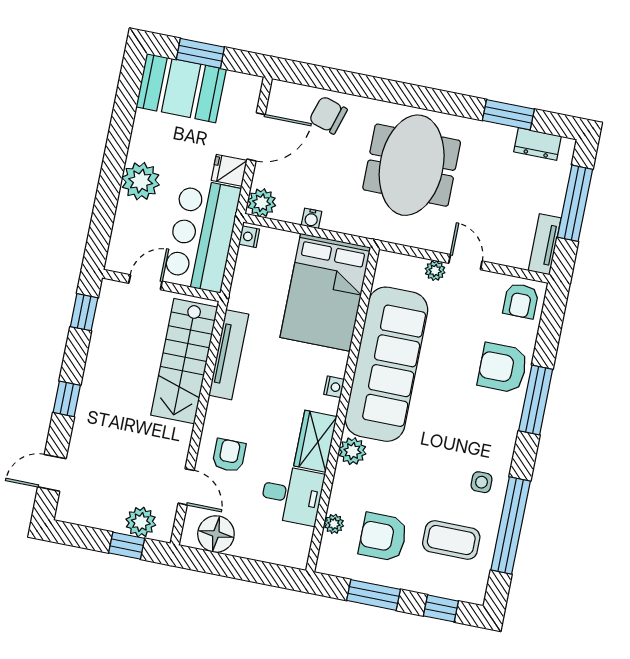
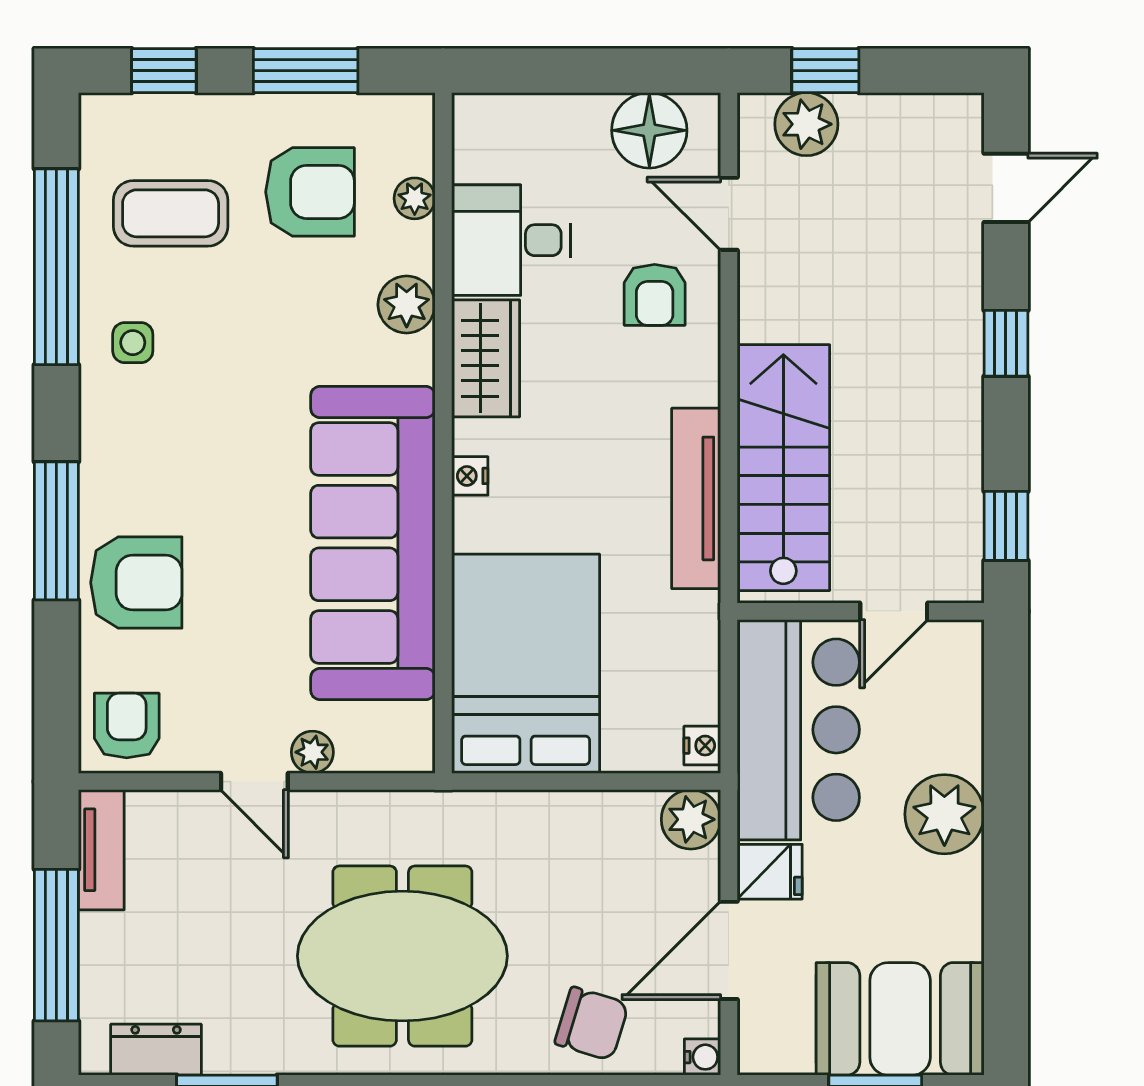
meeting table: (412, 165) -> (402, 956), turned 90
water cooler: (311, 218) -> (702, 1057), moved, turned 90
plant: (352, 451) -> (407, 305), moved

